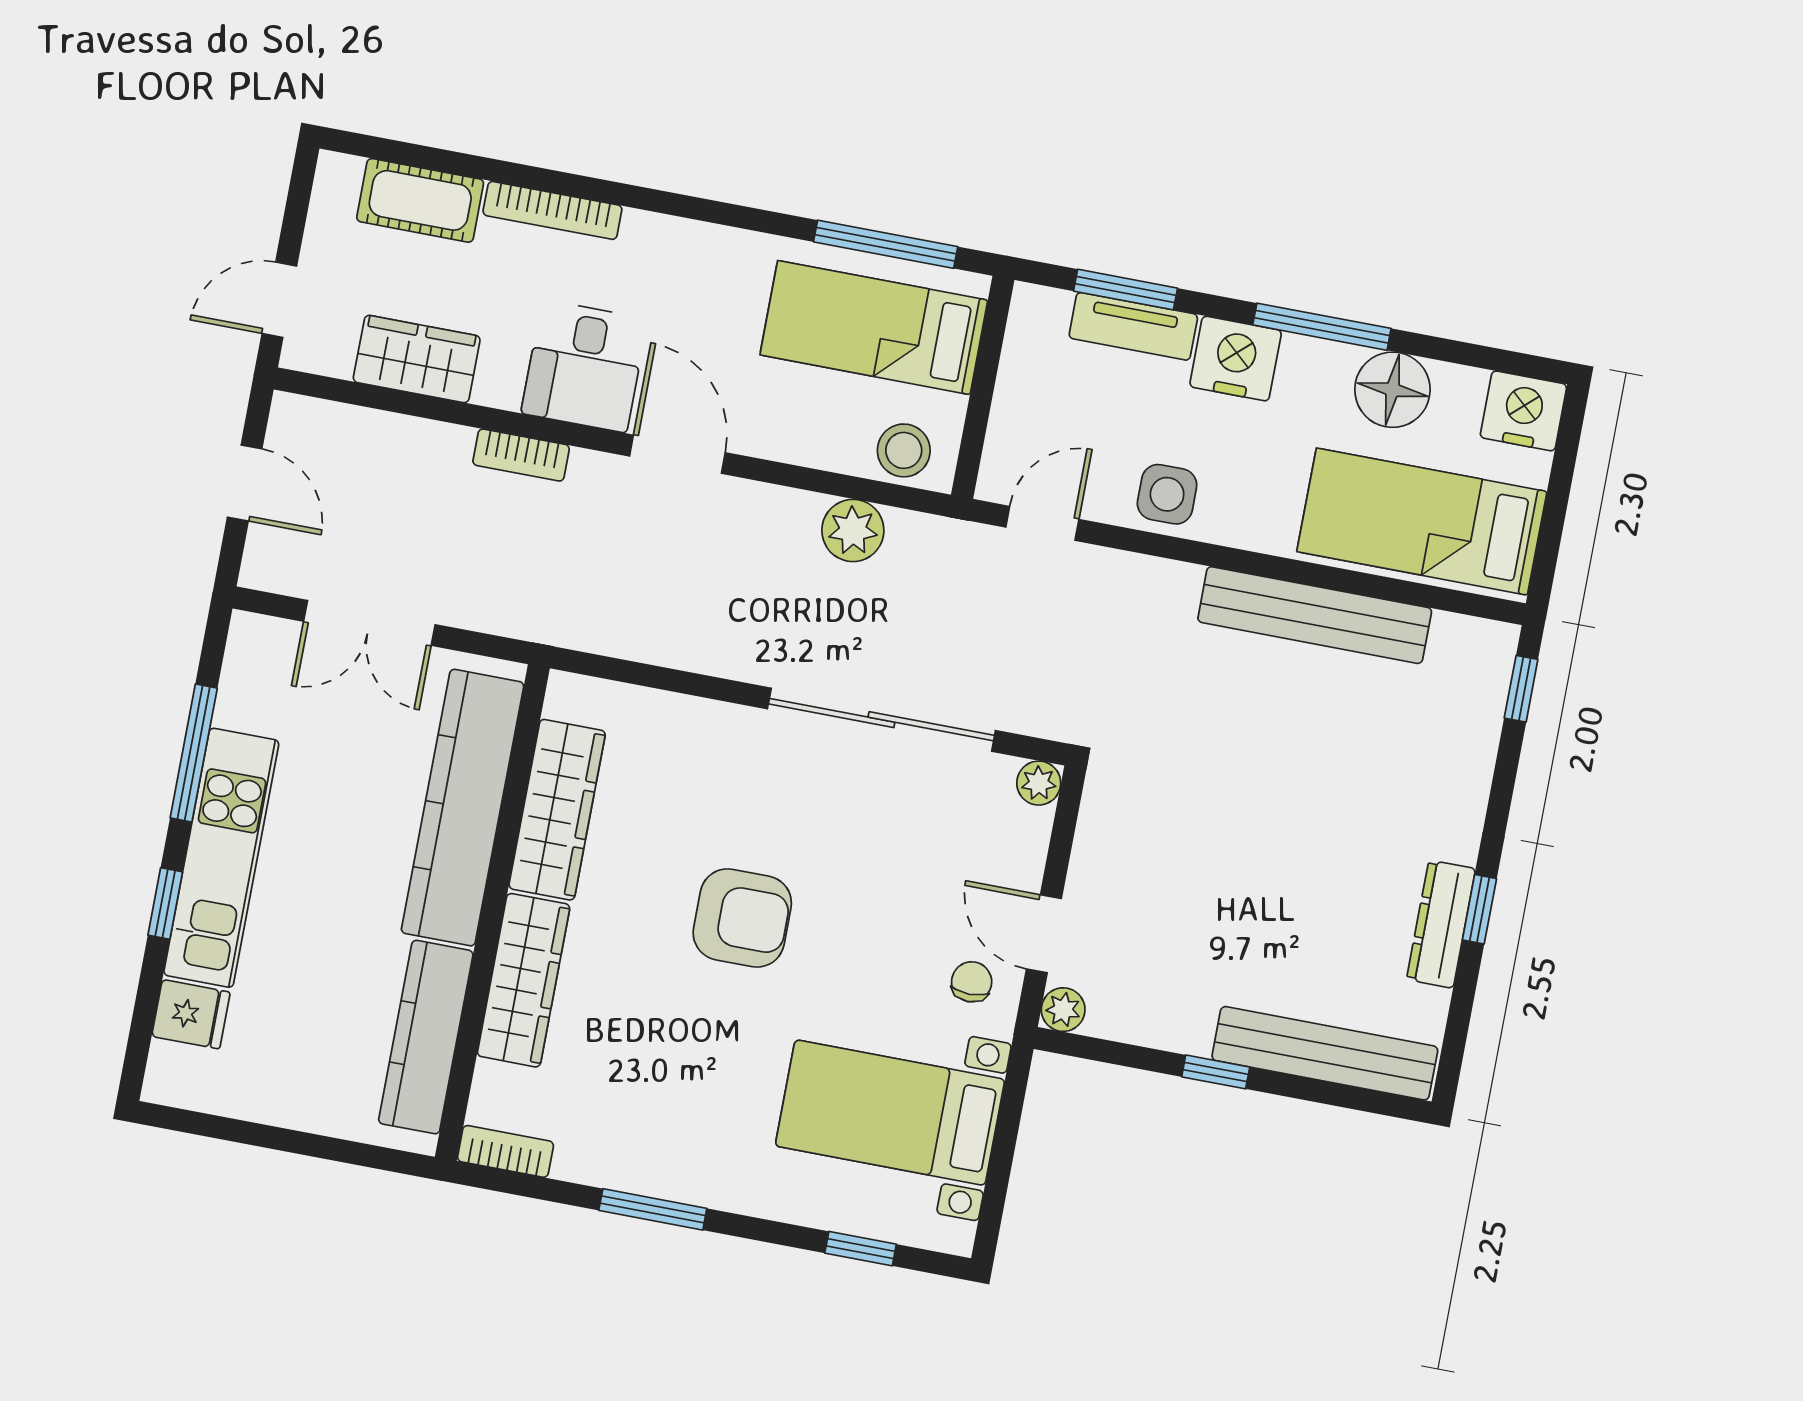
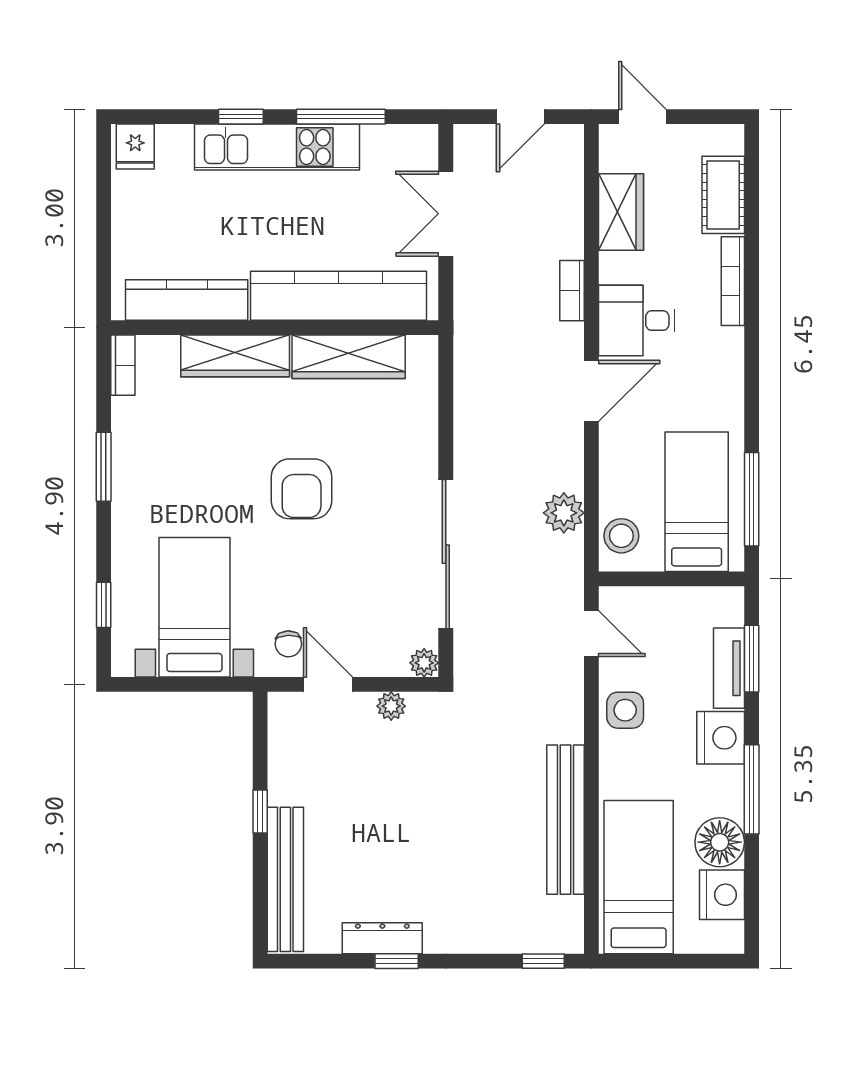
nightstand: (1523, 411) -> (722, 895), moved
door: (1044, 934) -> (328, 684), hinge flipped
chair: (972, 982) -> (288, 644), turned 88
plant: (1063, 1010) -> (391, 706), moved
fridge: (191, 1014) -> (135, 146), moved

